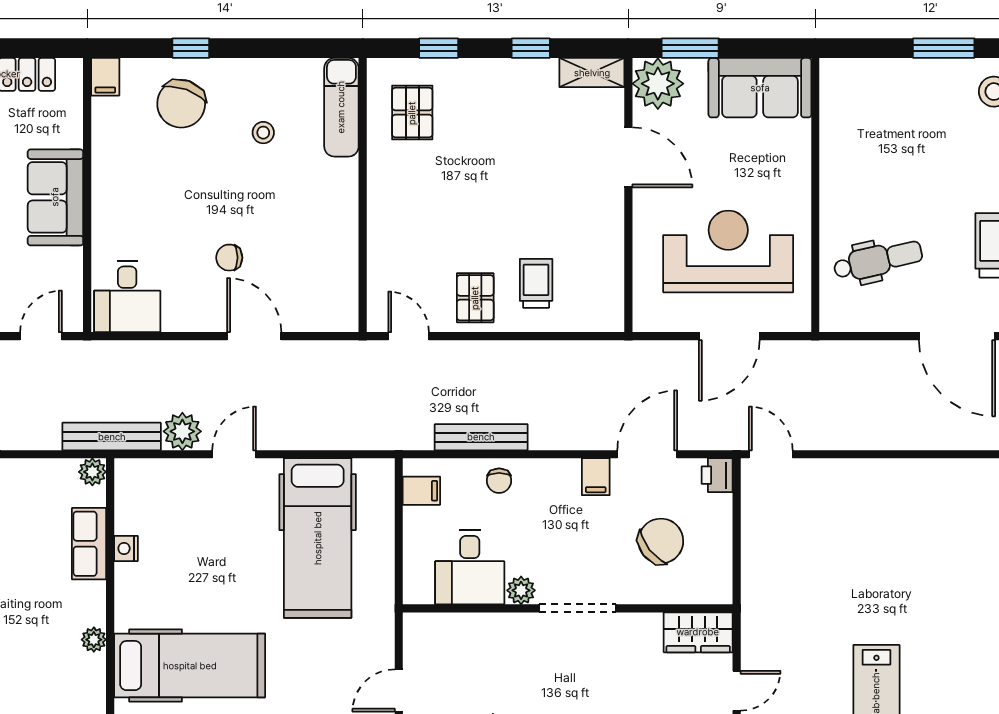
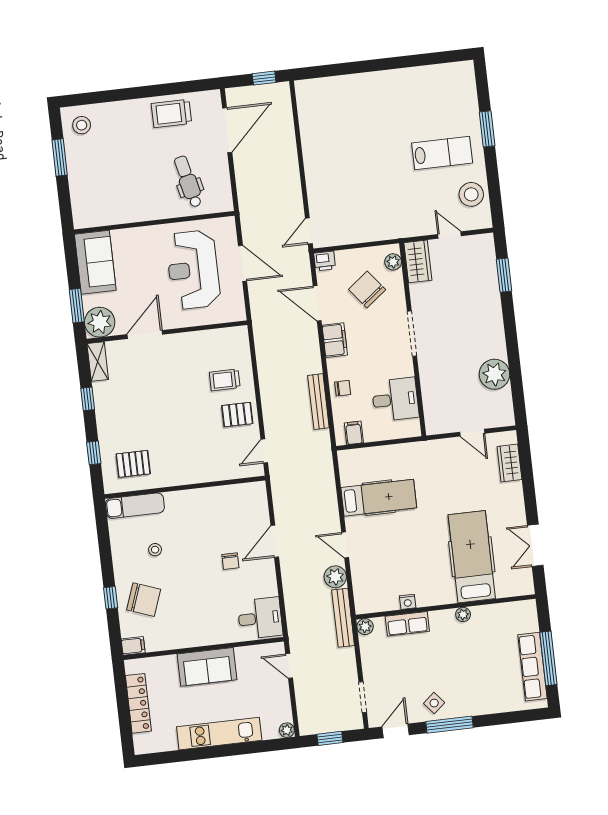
filing cabinet: (596, 477) -> (335, 340), width x2.00
hospital bed: (318, 538) -> (379, 498), width x0.73, depth x0.78
plant: (521, 590) -> (393, 262), moved

